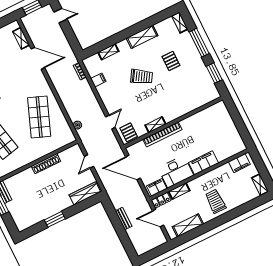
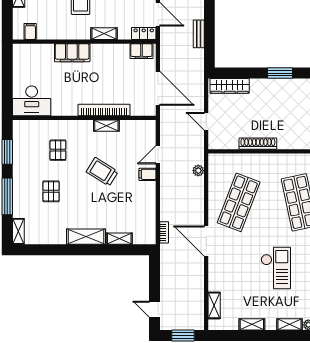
shelving: (142, 37) -> (86, 237), moved
door: (38, 58) -> (206, 241), moved
trolley: (142, 77) -> (102, 172), moved
filing cabinet: (98, 80) -> (147, 174), moved
pallet: (129, 132) -> (58, 150), moved
door: (89, 161) -> (206, 121), swing flipped
filing cabinet: (239, 163) -> (30, 31), width x0.50
desk: (176, 172) -> (32, 101), moved, turned 180
shelving: (179, 191) -> (104, 34), moved

